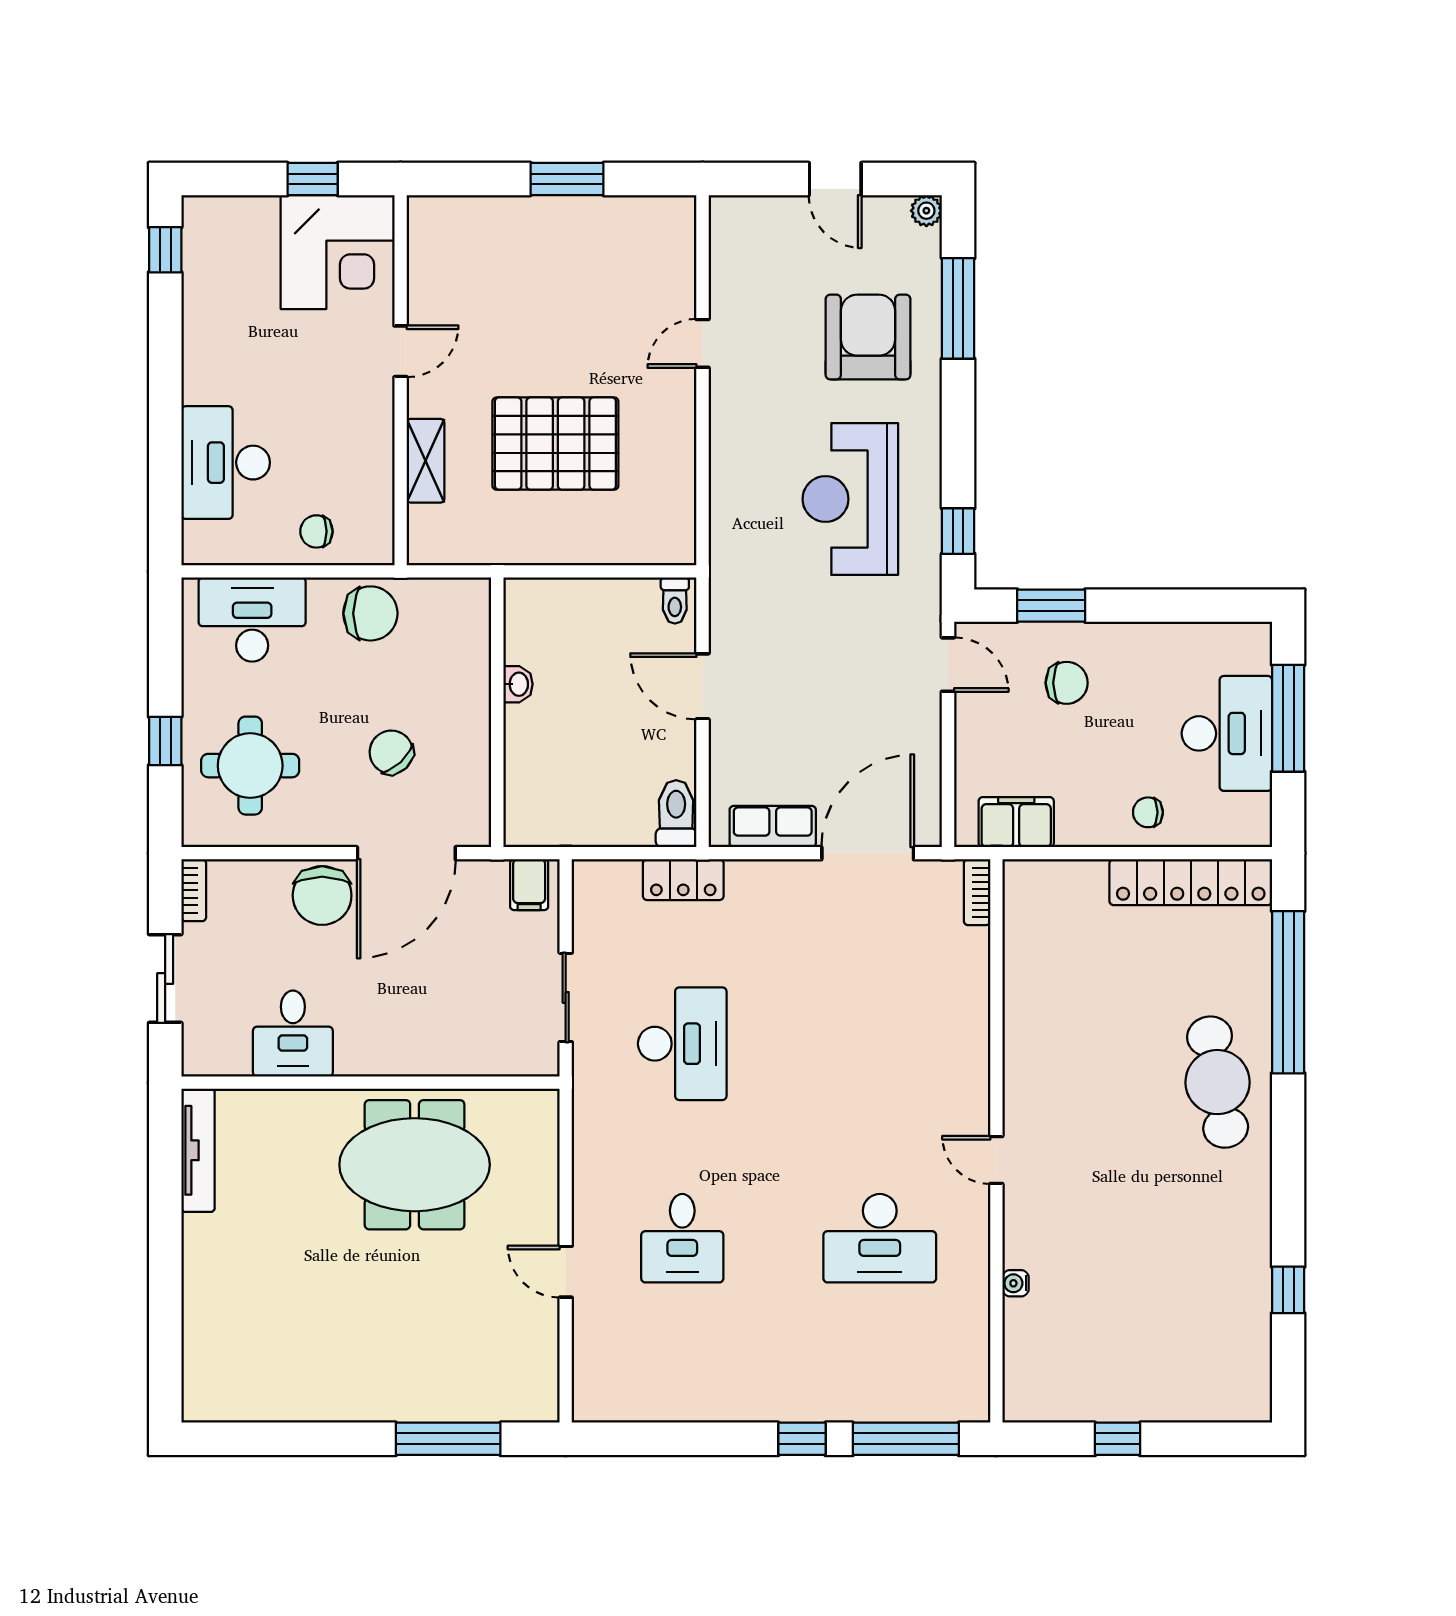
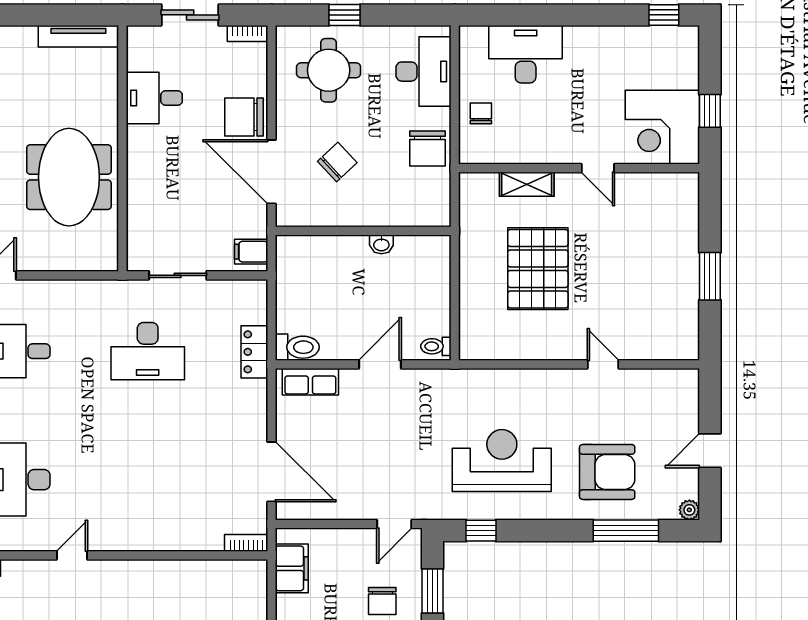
row of seats: (773, 826) -> (310, 382), moved, turned 90

